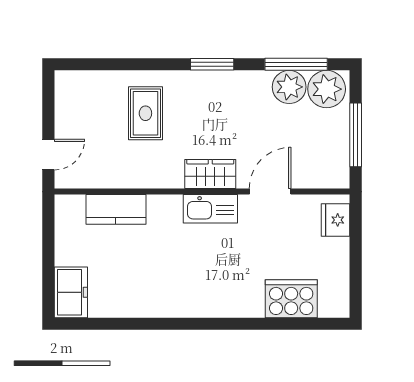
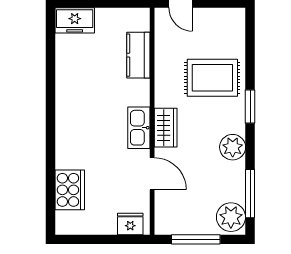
window: (212, 64) -> (250, 107), moved
plant: (289, 87) -> (233, 147), moved
rug: (145, 113) -> (212, 78), width x1.36, depth x1.43

